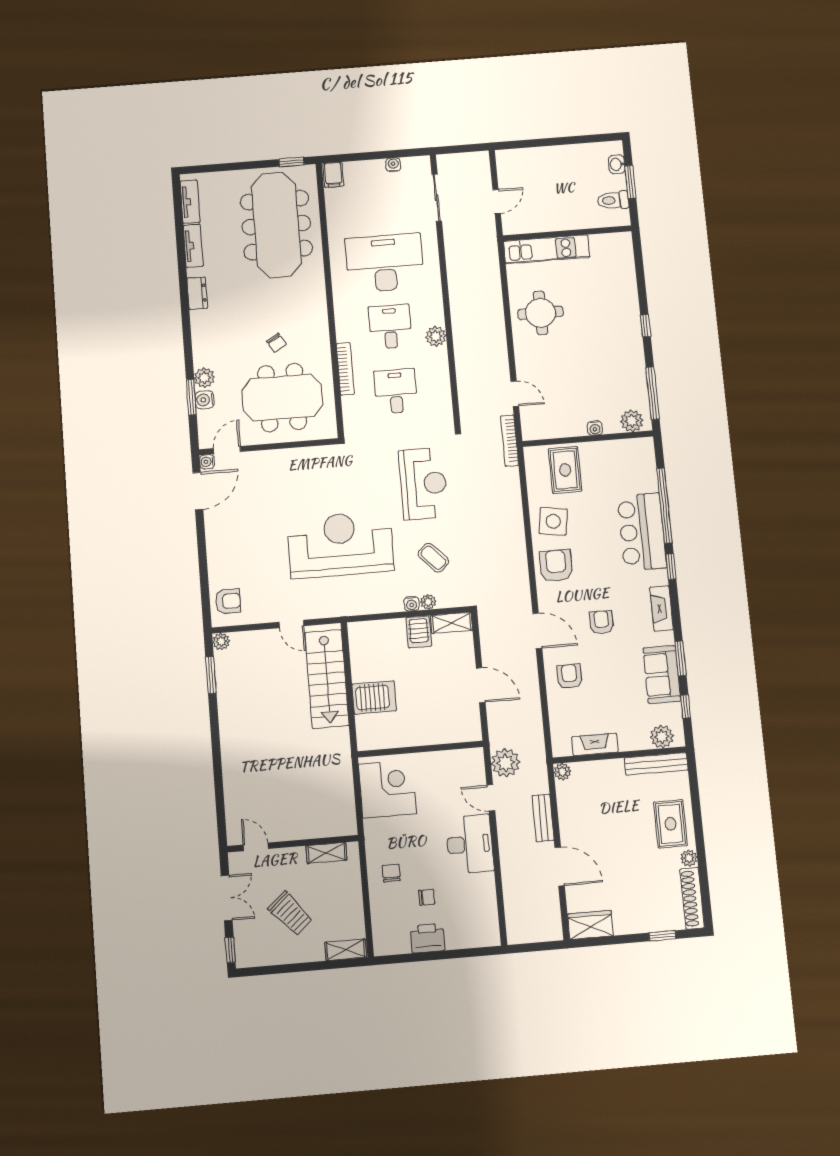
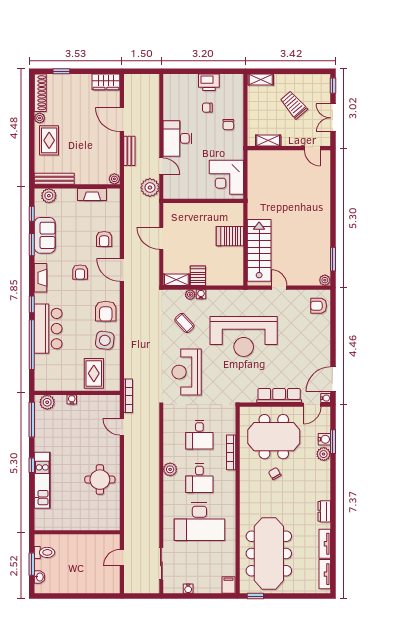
kitchen unit: (547, 249) -> (42, 480), moved, turned 90
row of seats: (279, 460) -> (279, 395), added

